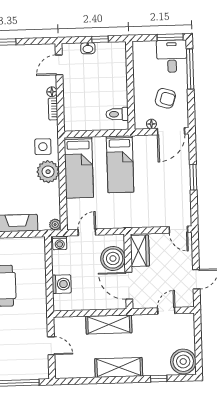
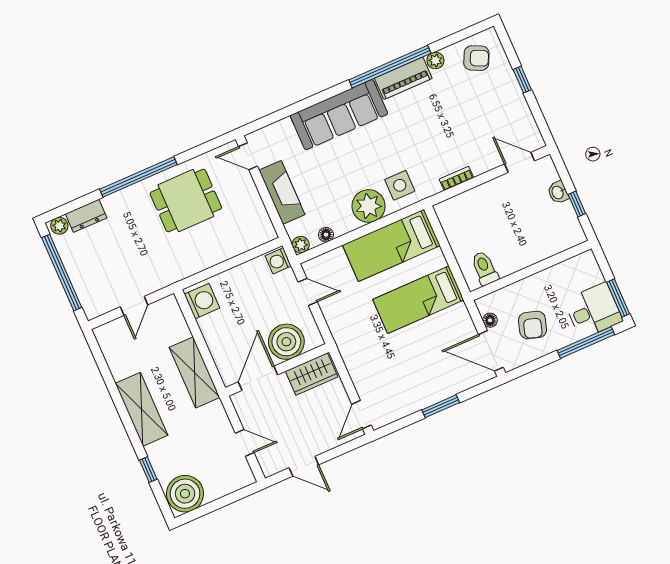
floor lamp: (52, 92) -> (326, 235), moved
washing machine: (62, 284) -> (202, 301), moved, turned -90

